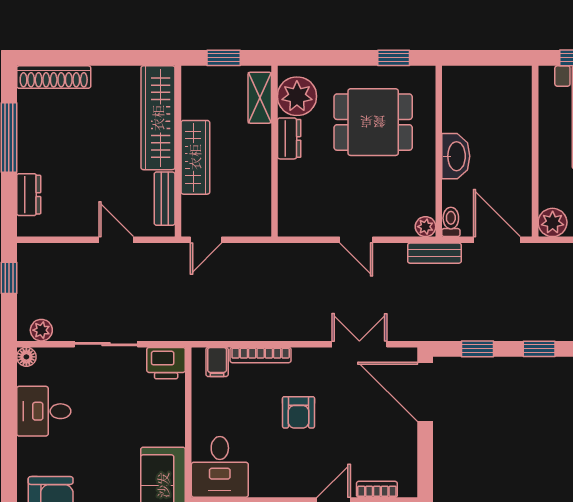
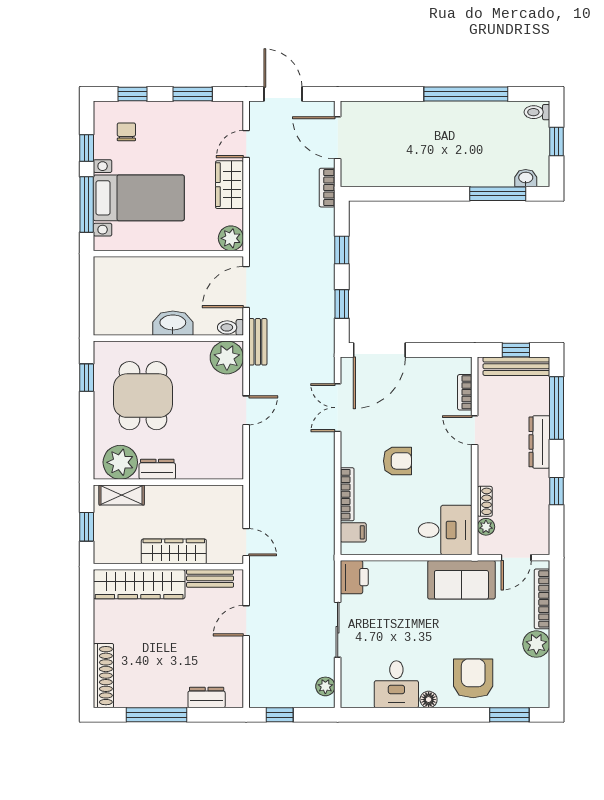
plant: (425, 227) -> (227, 357), width x1.87, depth x1.87
floor lamp: (26, 357) -> (429, 700), moved

